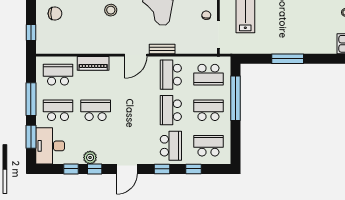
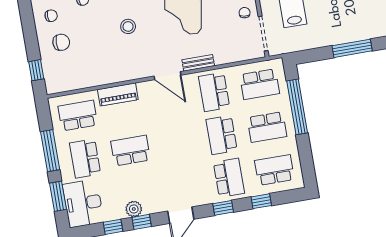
door: (136, 55) -> (168, 76), hinge flipped
school desk: (58, 110) -> (85, 158), turned -90
school desk: (208, 110) -> (267, 127), turned 180

